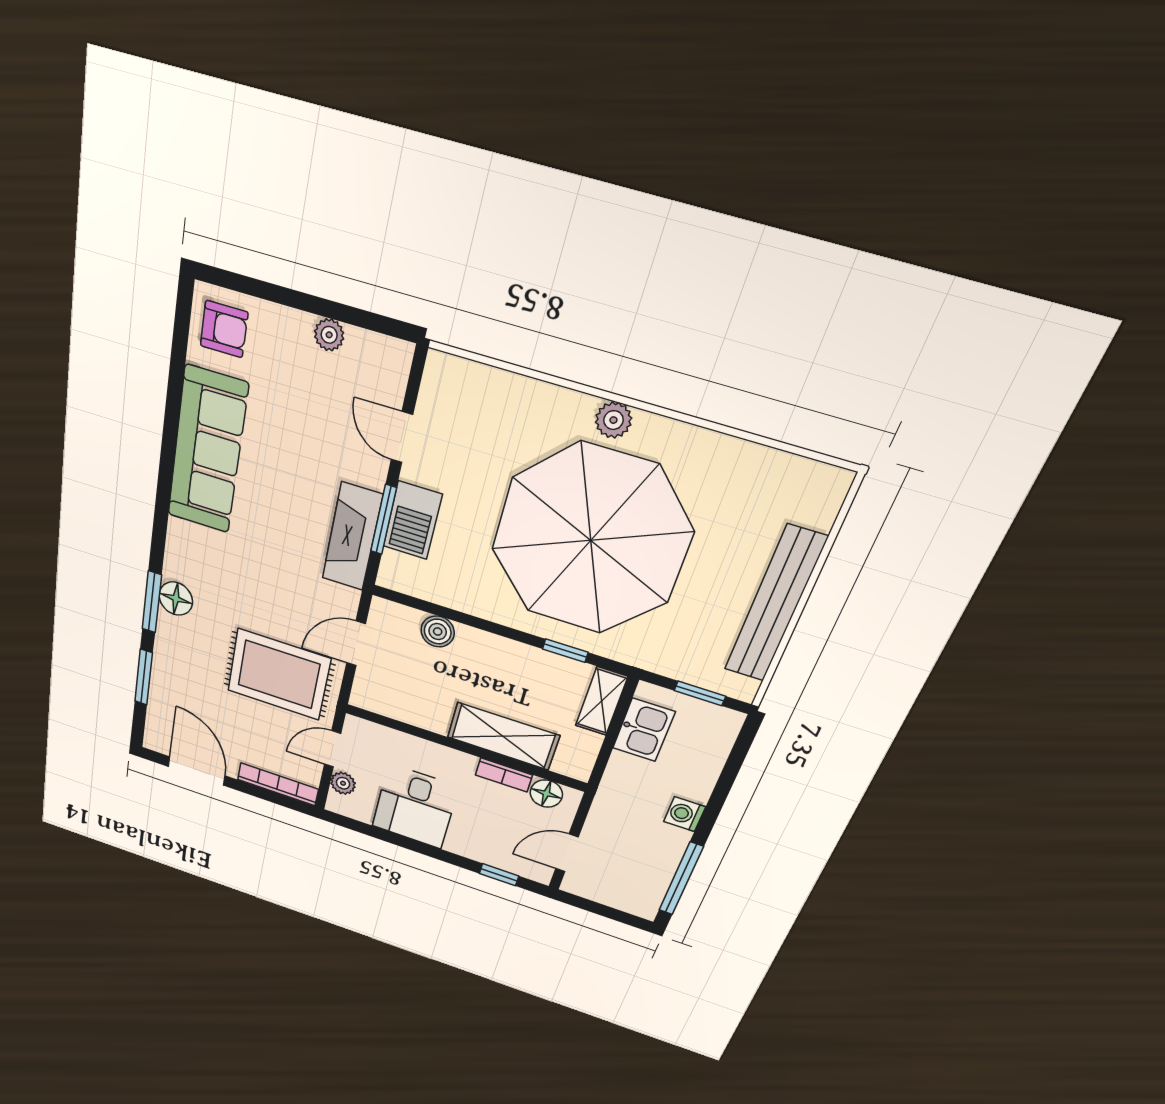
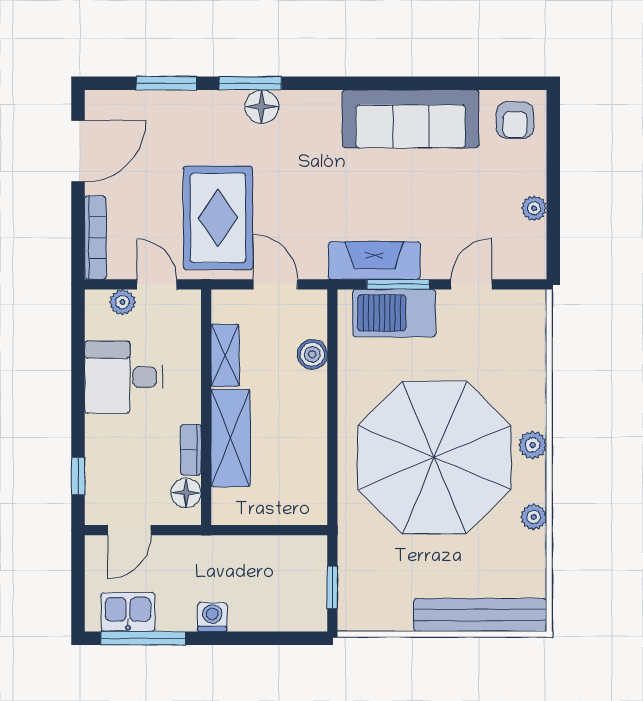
plant: (704, 445) -> (534, 517), added
barbecue: (413, 520) -> (394, 313), width x1.37, depth x1.21
bench: (775, 605) -> (480, 615), moved
window: (565, 651) -> (332, 467), removed
shelving: (601, 701) -> (225, 355), moved, turned 90
kitchen sink: (644, 730) -> (128, 612), moved, turned 180
door: (567, 853) -> (129, 530), swing flipped

